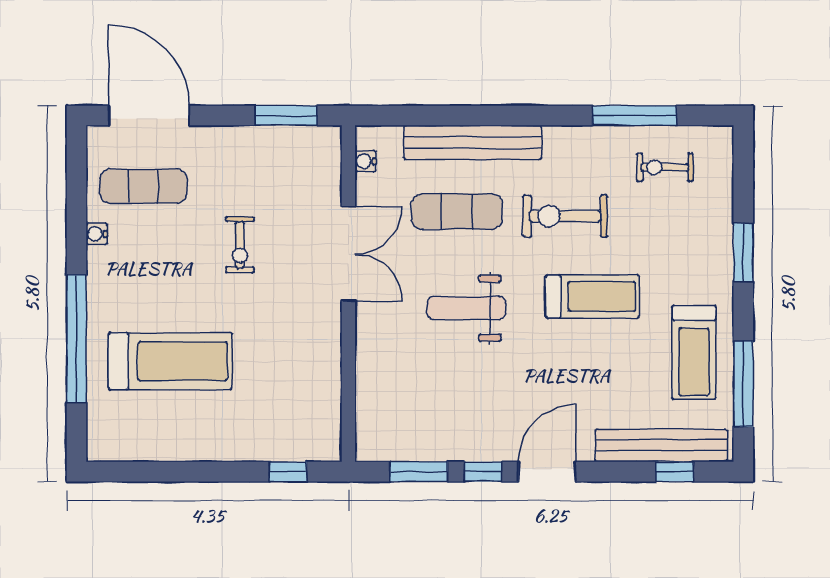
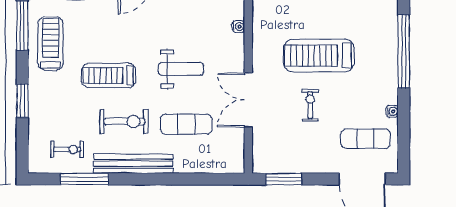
bench: (473, 142) -> (133, 164), moved
water cooler: (365, 161) -> (239, 27), moved
treadmill: (170, 361) -> (319, 56), moved

